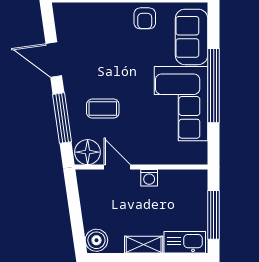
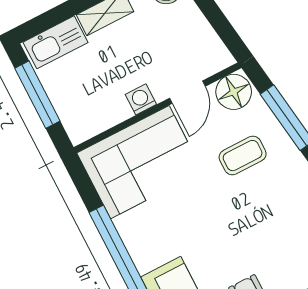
corner sofa: (181, 104) -> (140, 162), moved, turned 90
door: (117, 167) -> (187, 92), hinge flipped

